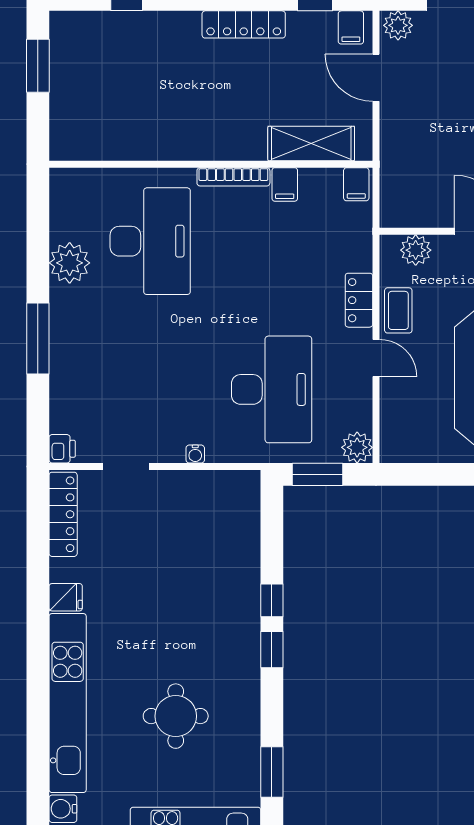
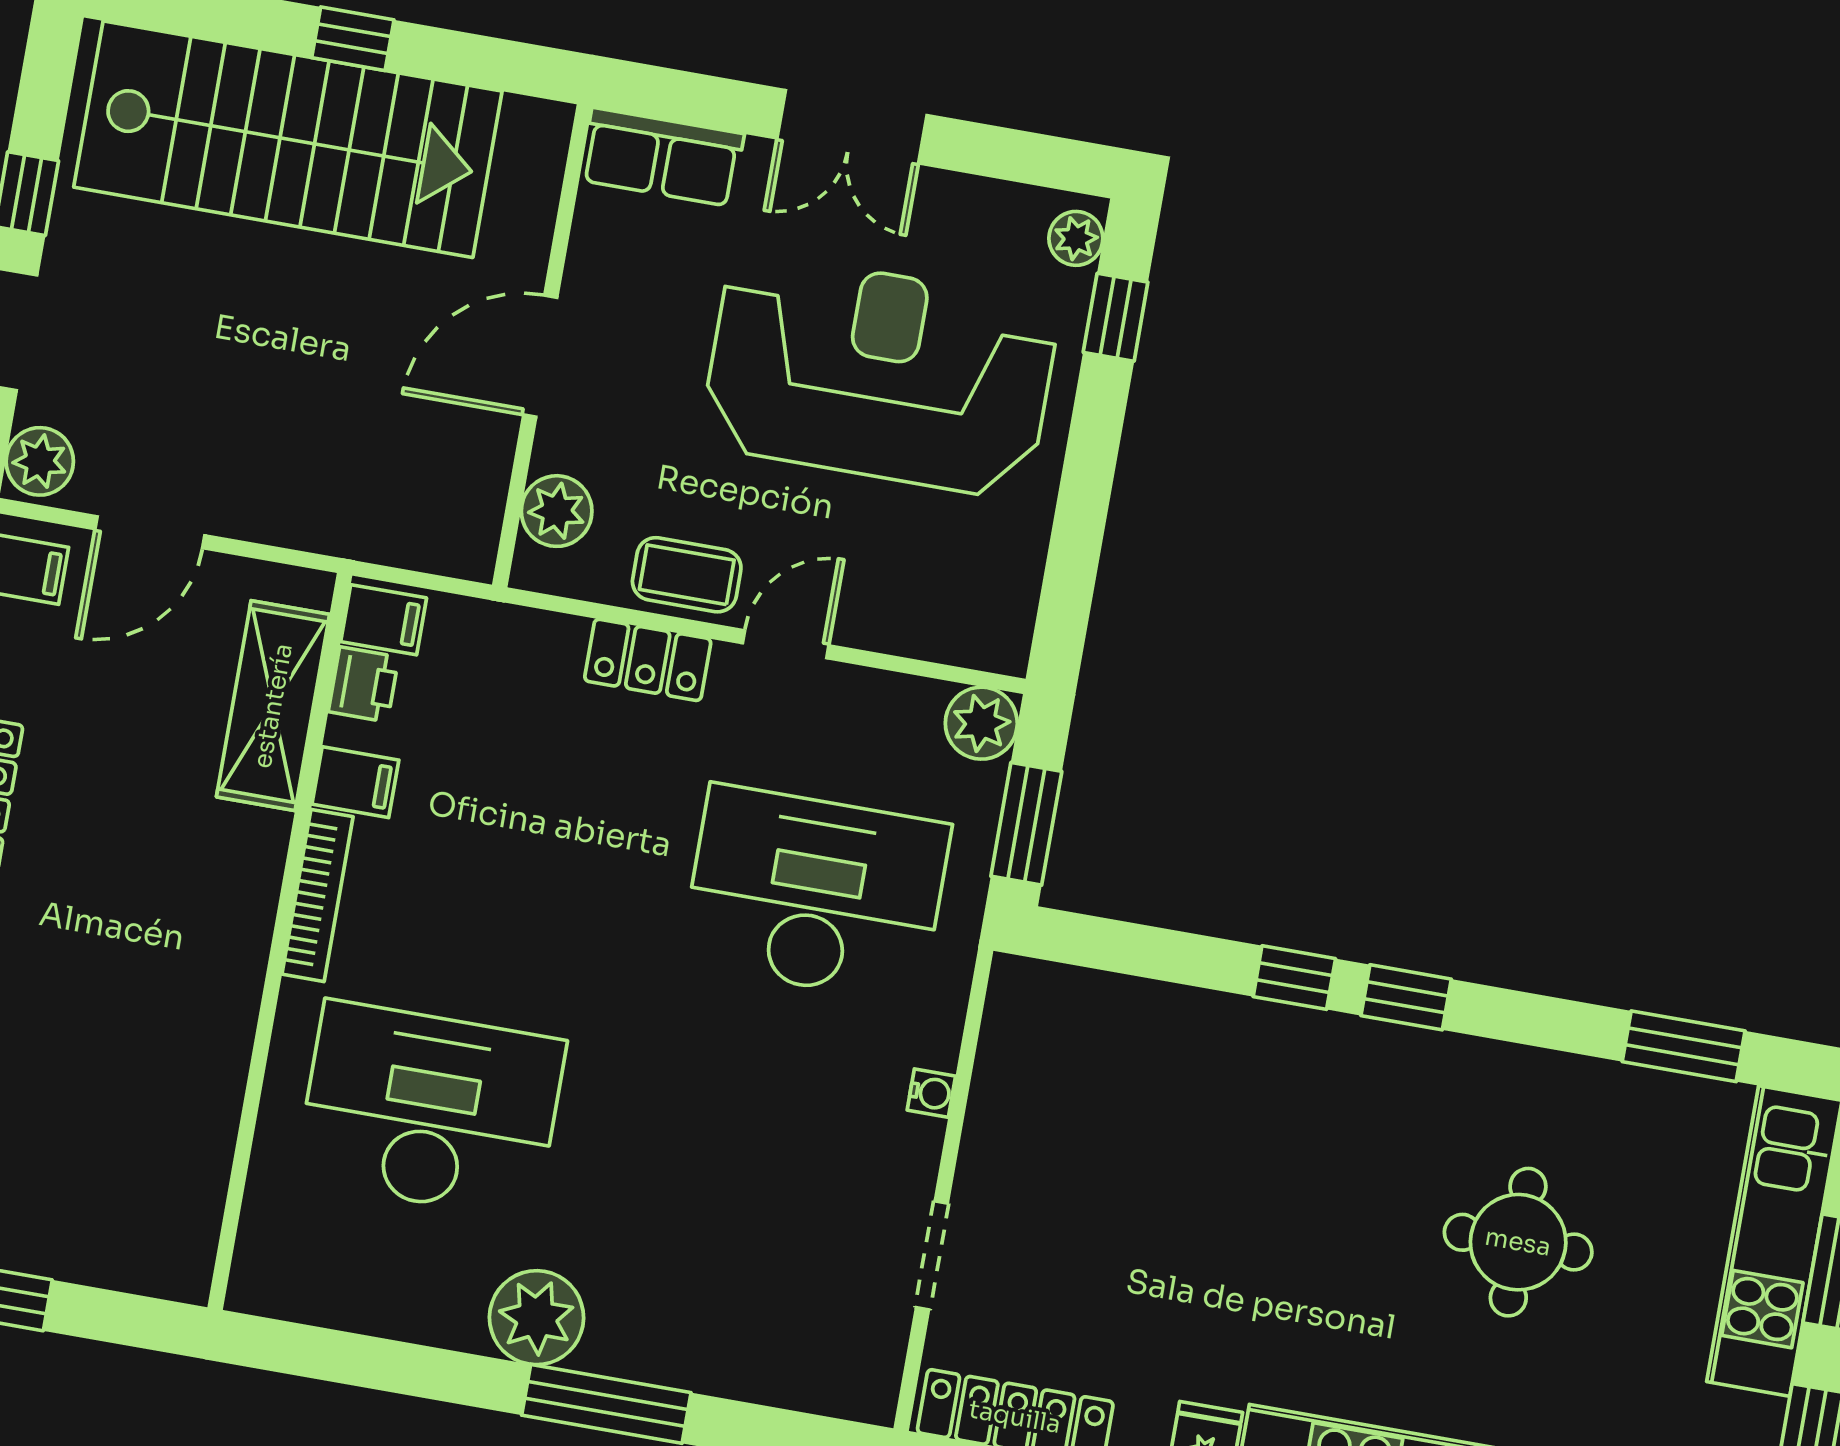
plant: (70, 263) -> (537, 1318), moved
printer: (62, 449) -> (364, 684), moved, turned 90

